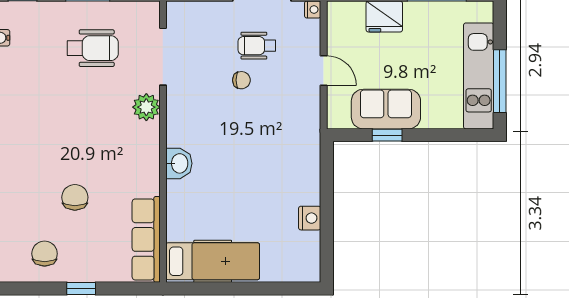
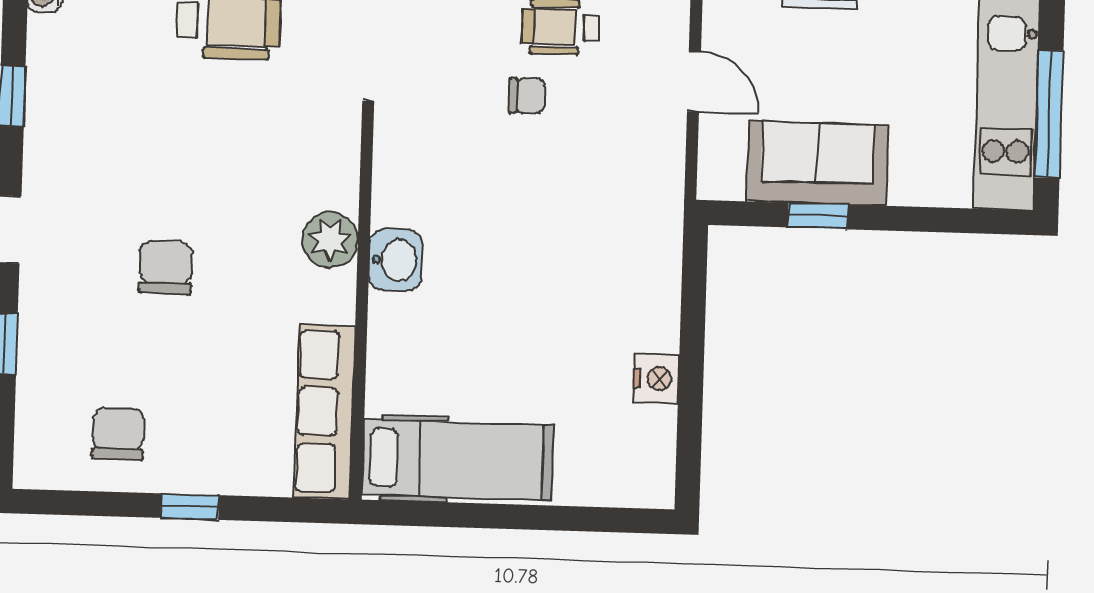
plant: (146, 107) -> (330, 240), moved
chair: (75, 197) -> (166, 267), moved

